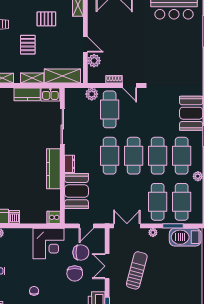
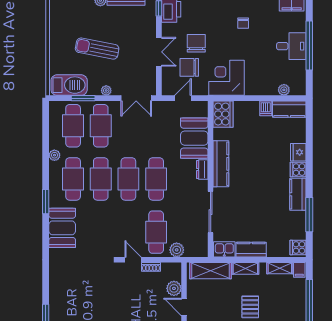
cooker: (54, 217) -> (223, 114), width x1.87, depth x1.31
sun lounger: (137, 270) -> (97, 49), moved, turned 86

